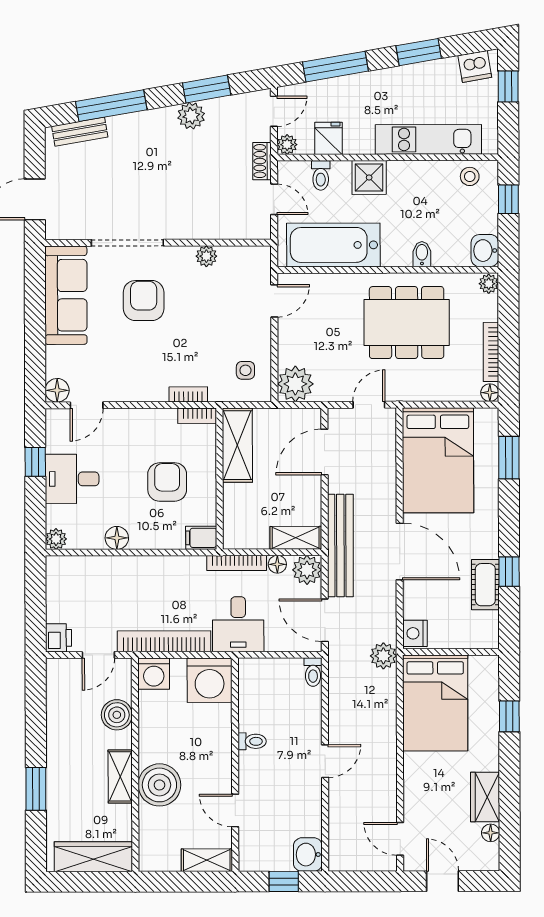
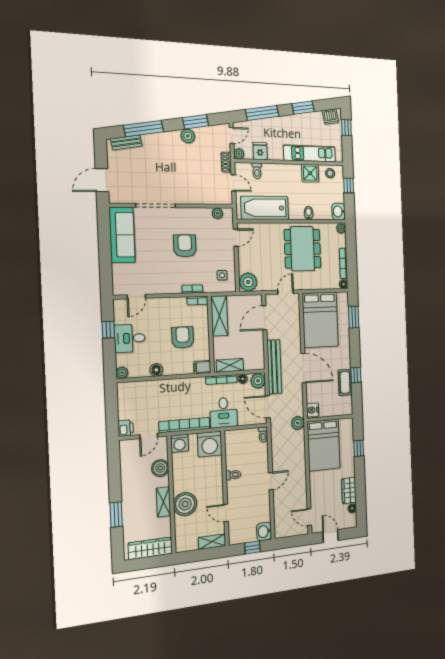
shower: (369, 177) -> (310, 173), moved
plant: (206, 256) -> (217, 213), moved
armchair: (144, 301) -> (185, 246), moved
dining table: (407, 323) -> (302, 249), turned 90
floor lamp: (57, 390) -> (119, 289), removed
shelving: (296, 538) -> (230, 365), moved

